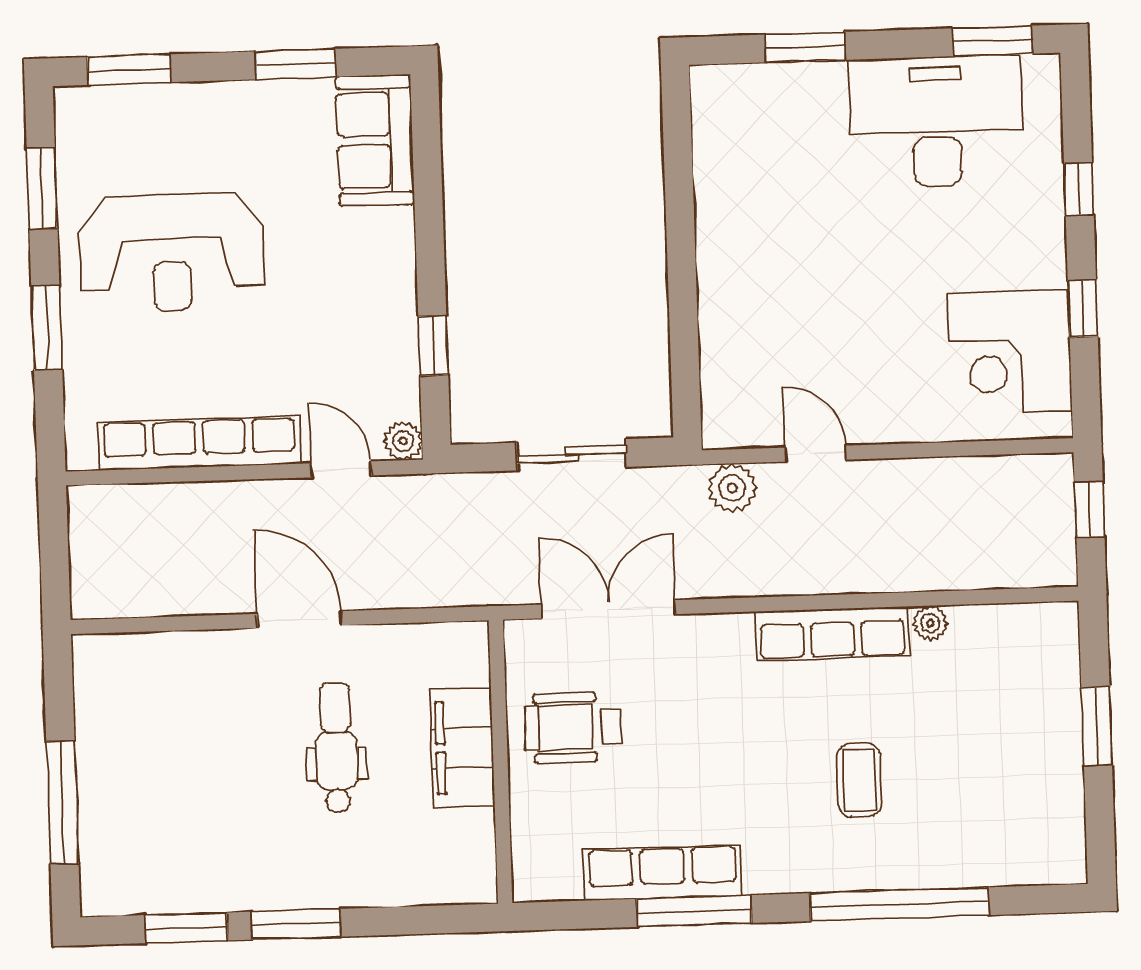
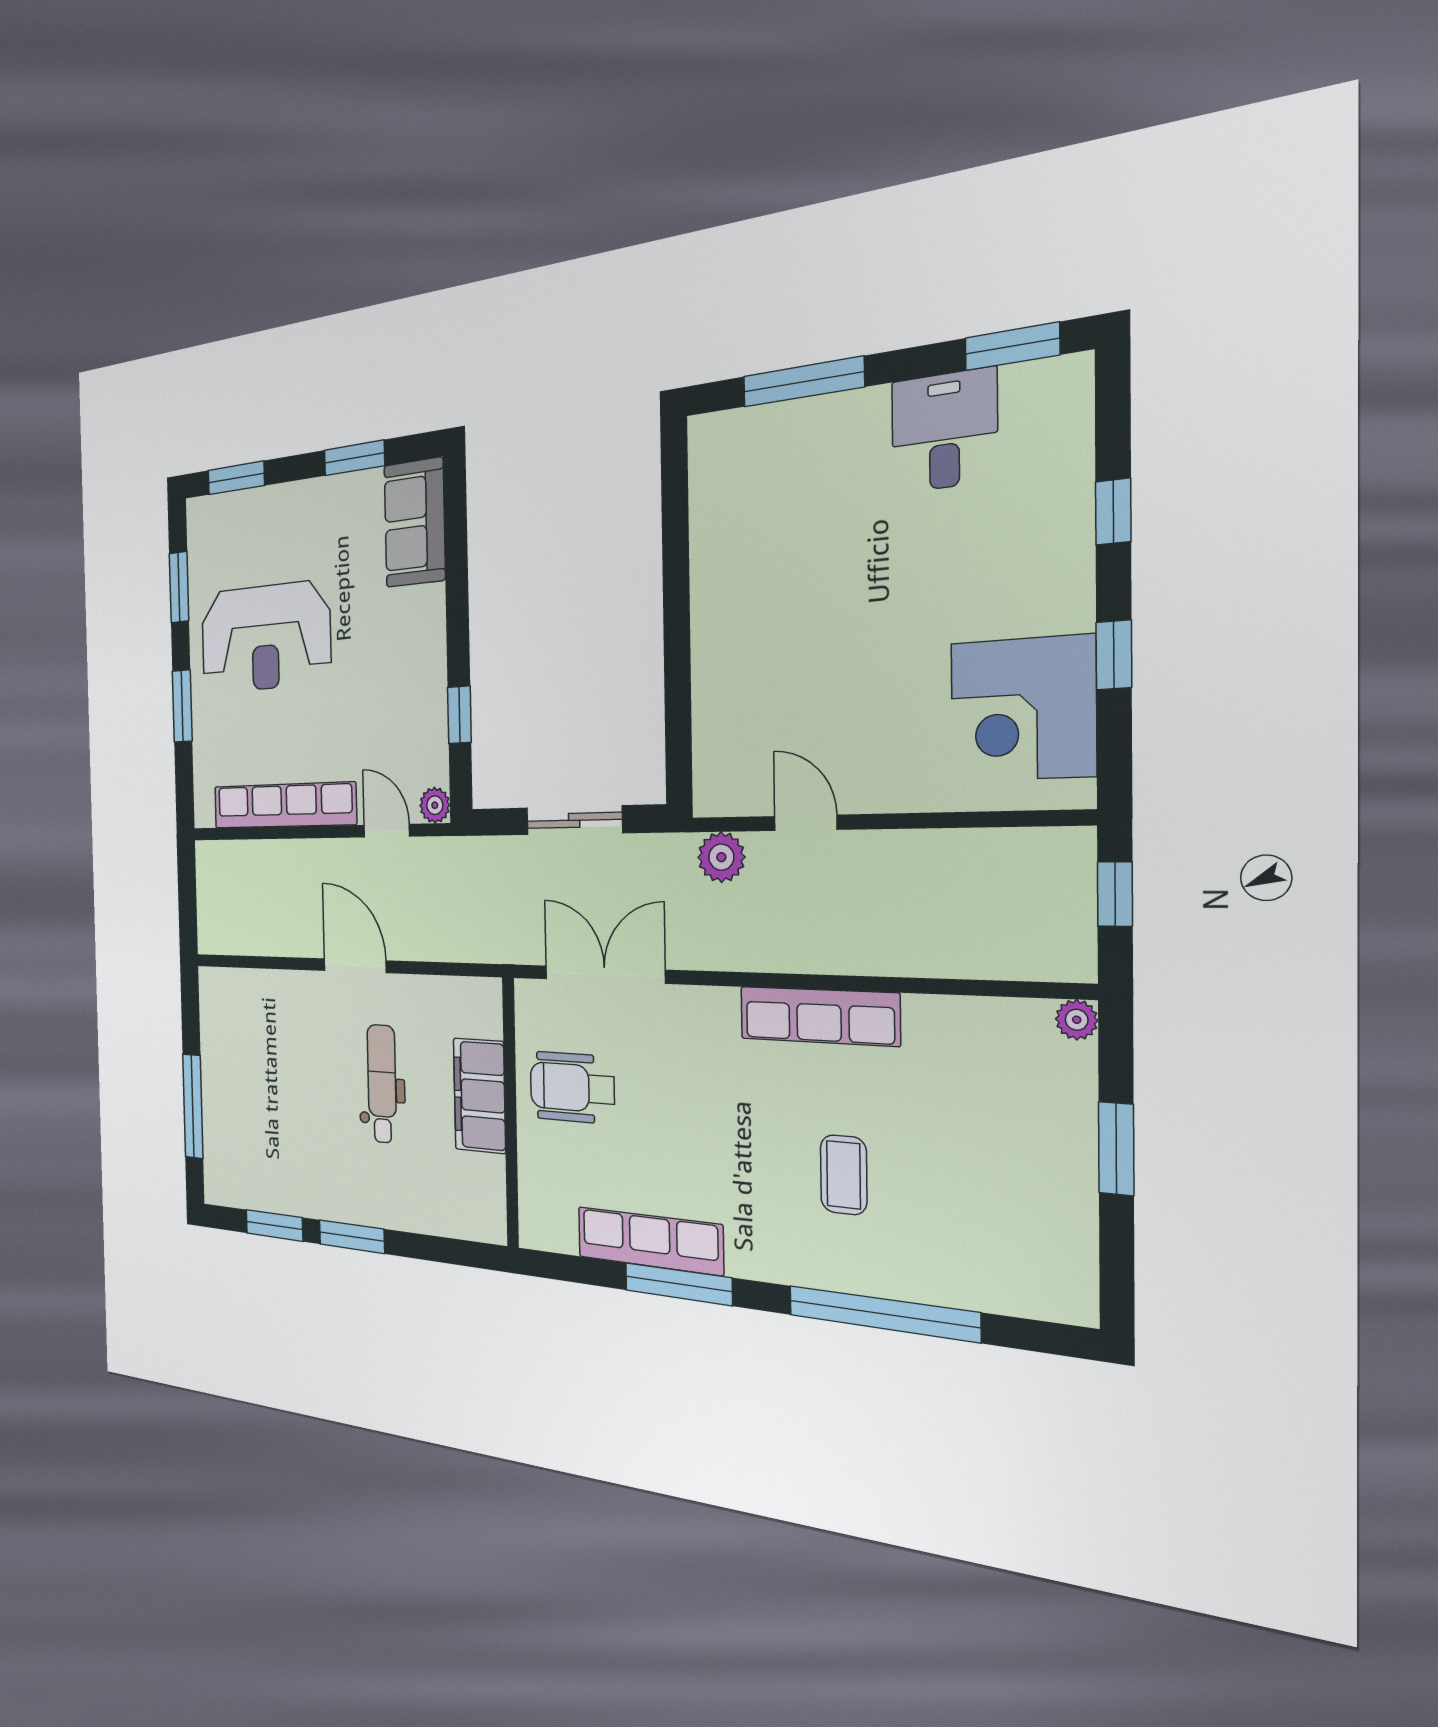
window: (805, 47) -> (803, 382), width x1.44
desk: (936, 121) -> (944, 431), width x0.53, depth x0.77
plant: (930, 623) -> (1077, 1020), moved

